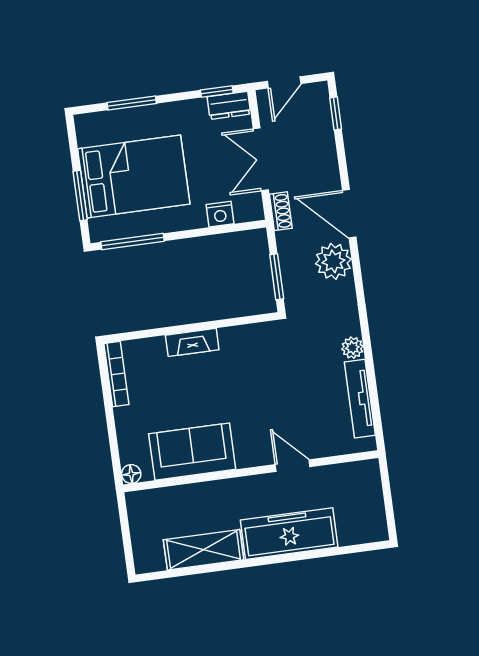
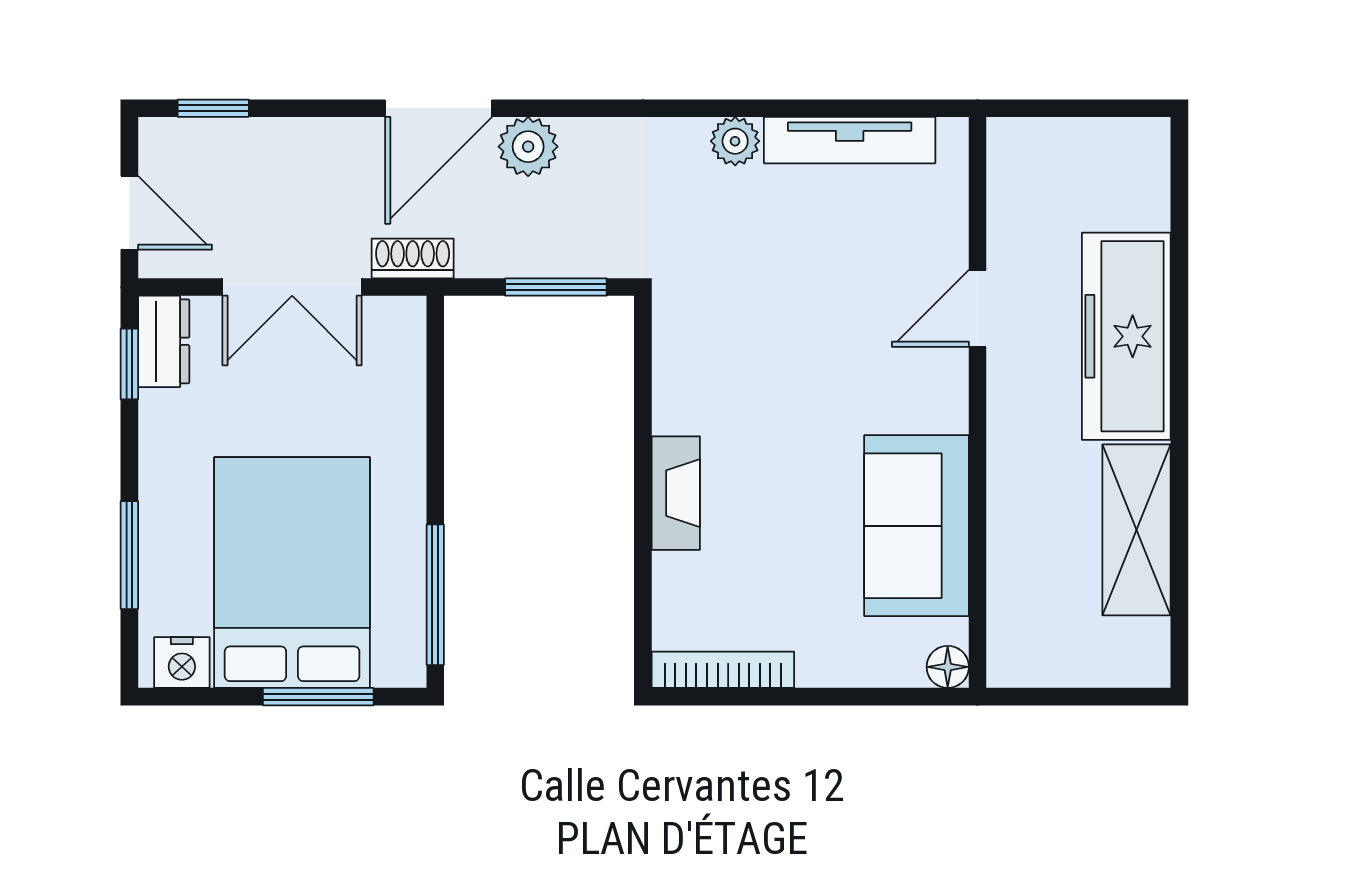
nightstand: (220, 214) -> (182, 663), moved, turned 90
plant: (333, 261) -> (528, 147), width x0.73, depth x0.73

